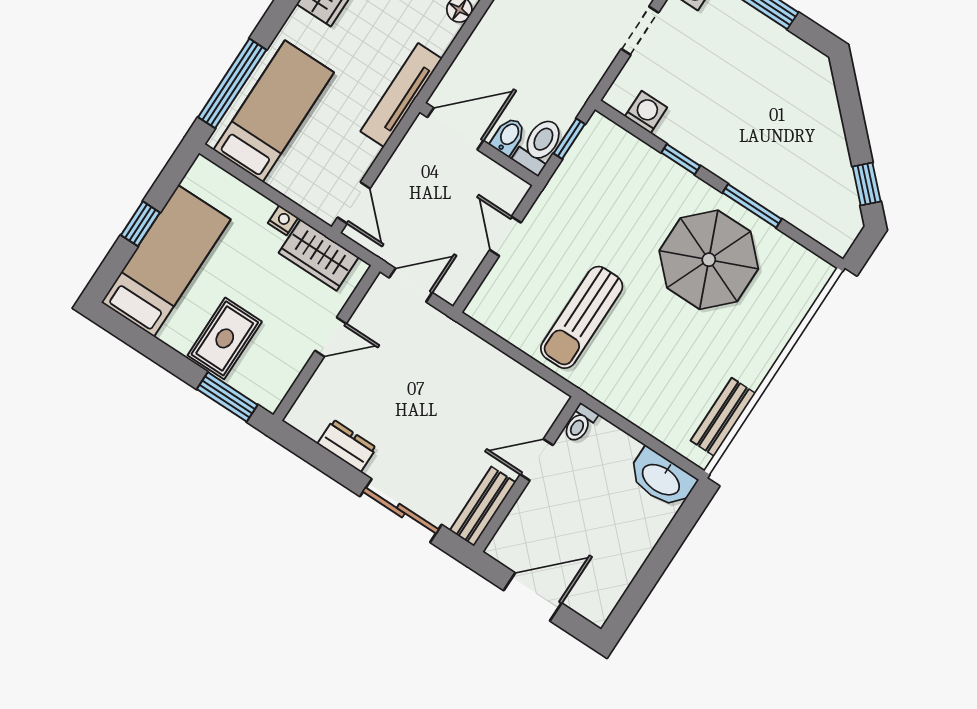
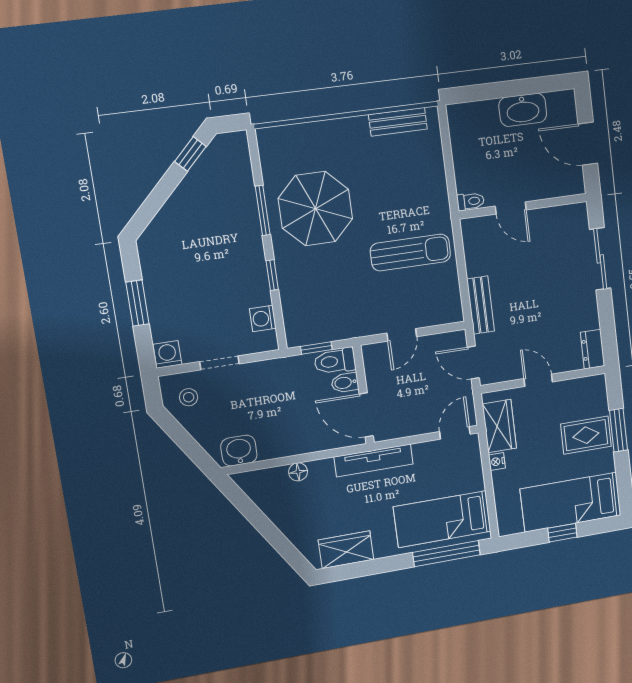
window: (227, 397) -> (619, 430), moved
dresser: (347, 446) -> (593, 349), moved
washbasin: (662, 479) -> (523, 110), moved, turned 90
bench: (483, 506) -> (481, 305), moved, turned 90

